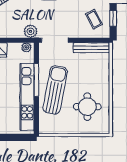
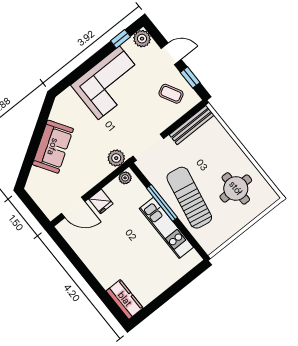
kitchen unit: (27, 97) -> (166, 228), width x0.73

